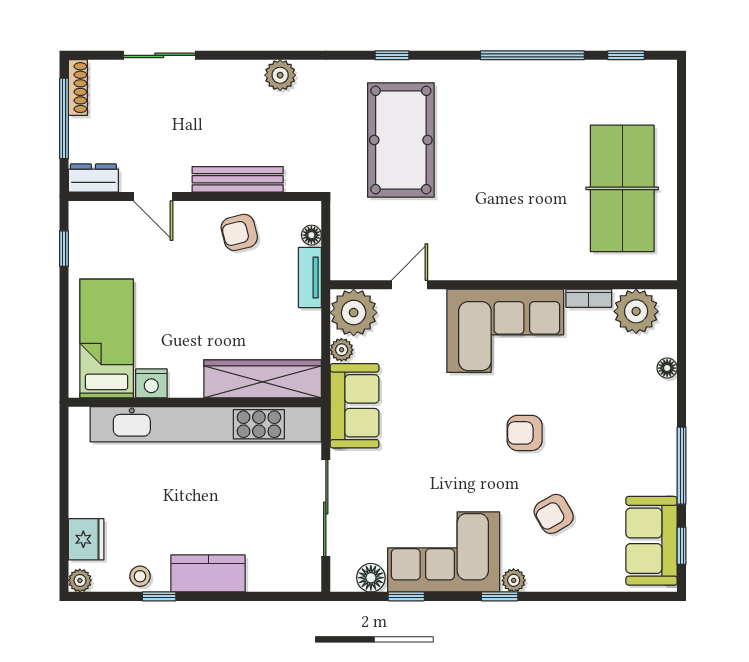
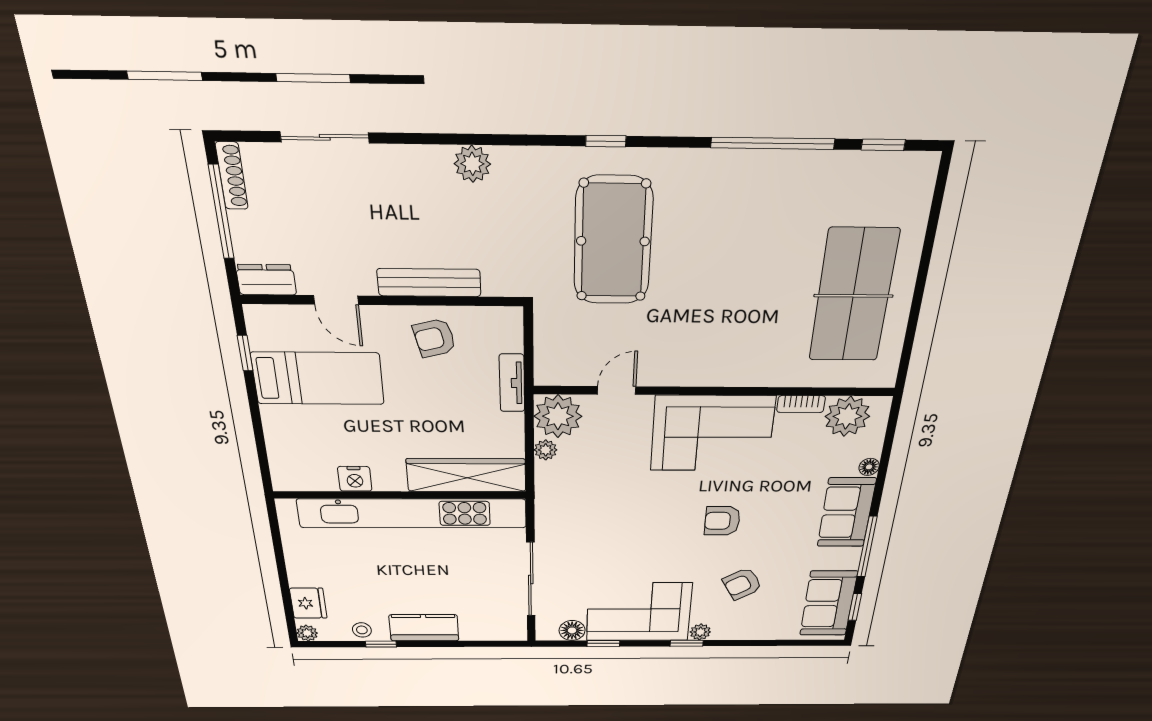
floor lamp: (311, 235) -> (513, 341), removed
bed: (107, 339) -> (318, 378), moved, turned 90
sofa: (355, 406) -> (846, 513), moved, turned 180

